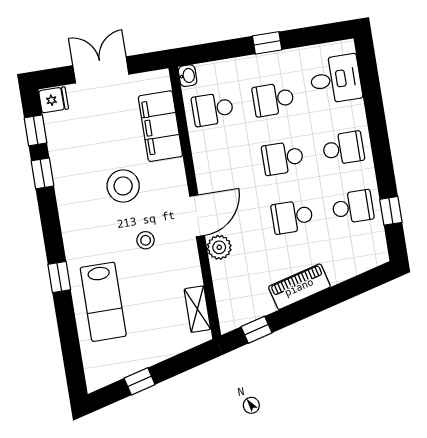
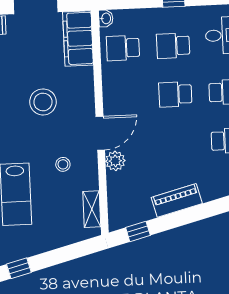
filing cabinet: (160, 126) -> (78, 38), moved
school desk: (292, 217) -> (178, 143), removed
stool: (146, 240) -> (63, 164), moved
window: (140, 381) -> (19, 268), moved

